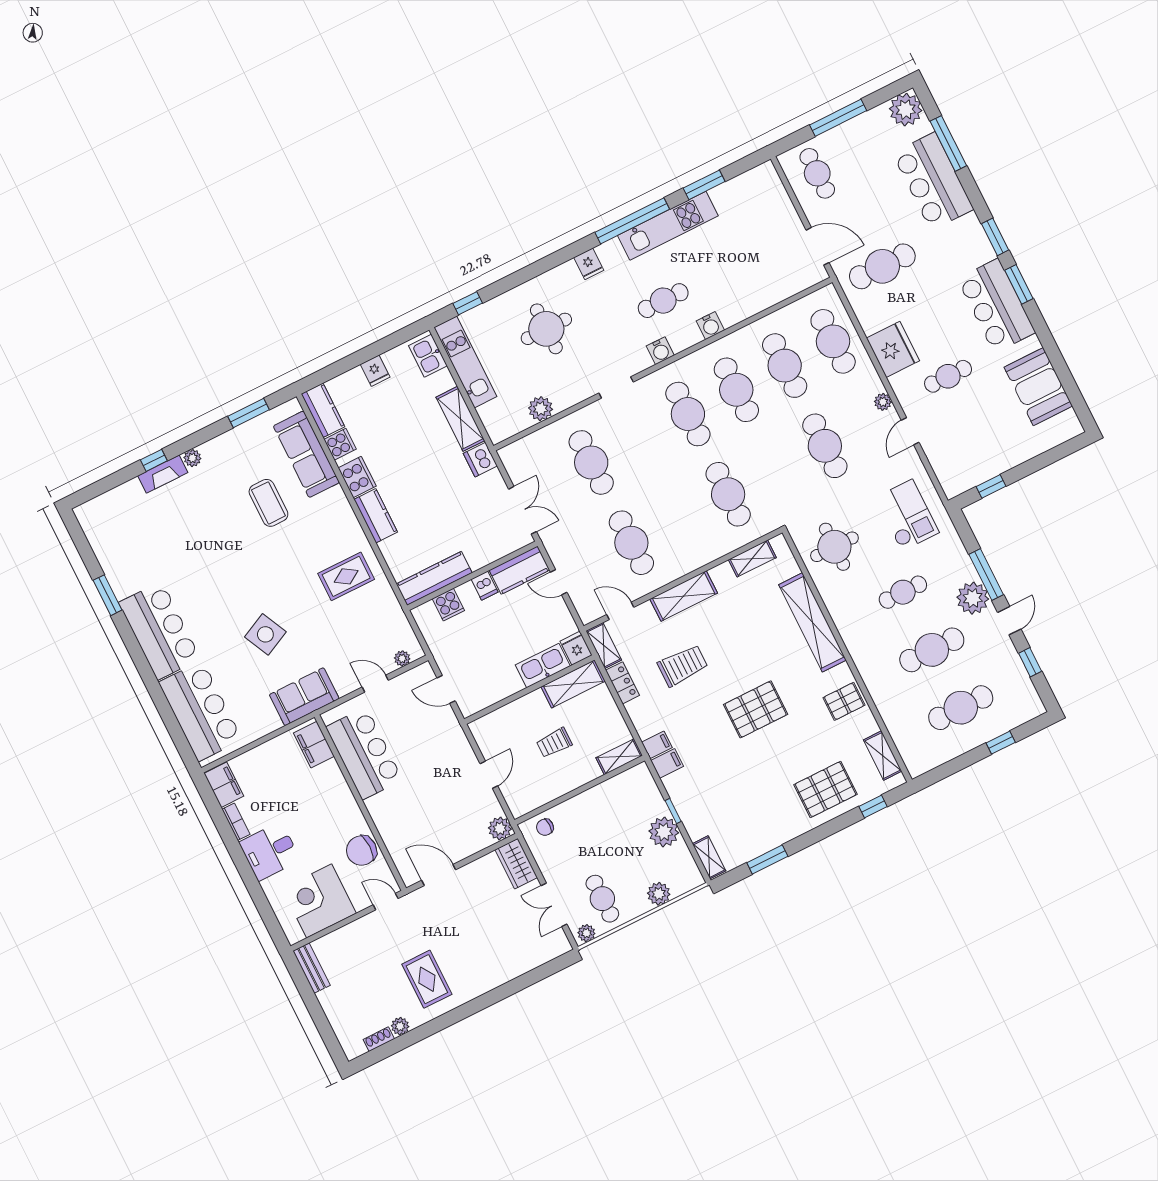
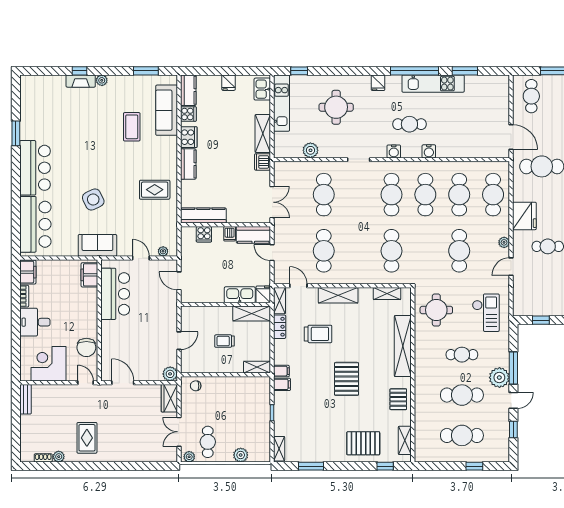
pallet: (844, 701) -> (398, 399), turned 90
pallet: (756, 709) -> (347, 379), turned 90
plant: (664, 832) -> (261, 422), removed
chair: (361, 851) -> (86, 347), turned -90

